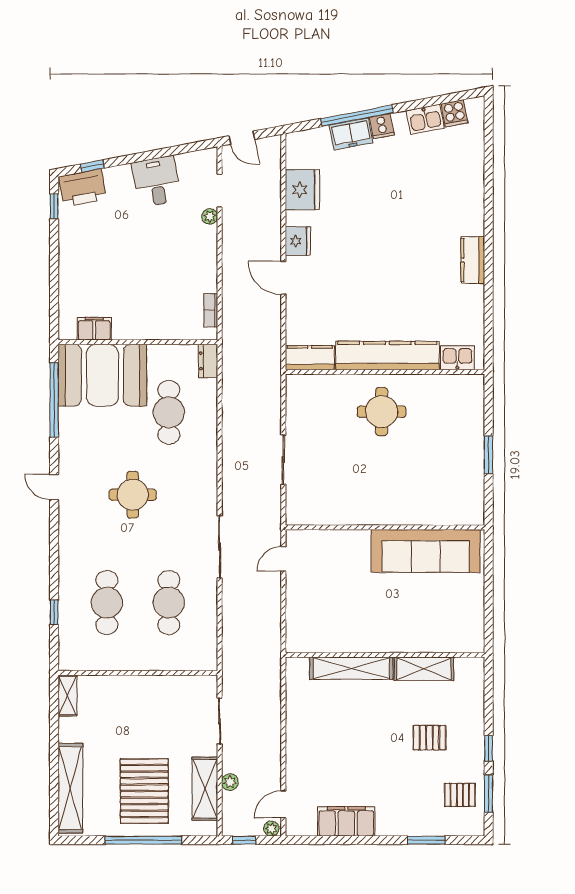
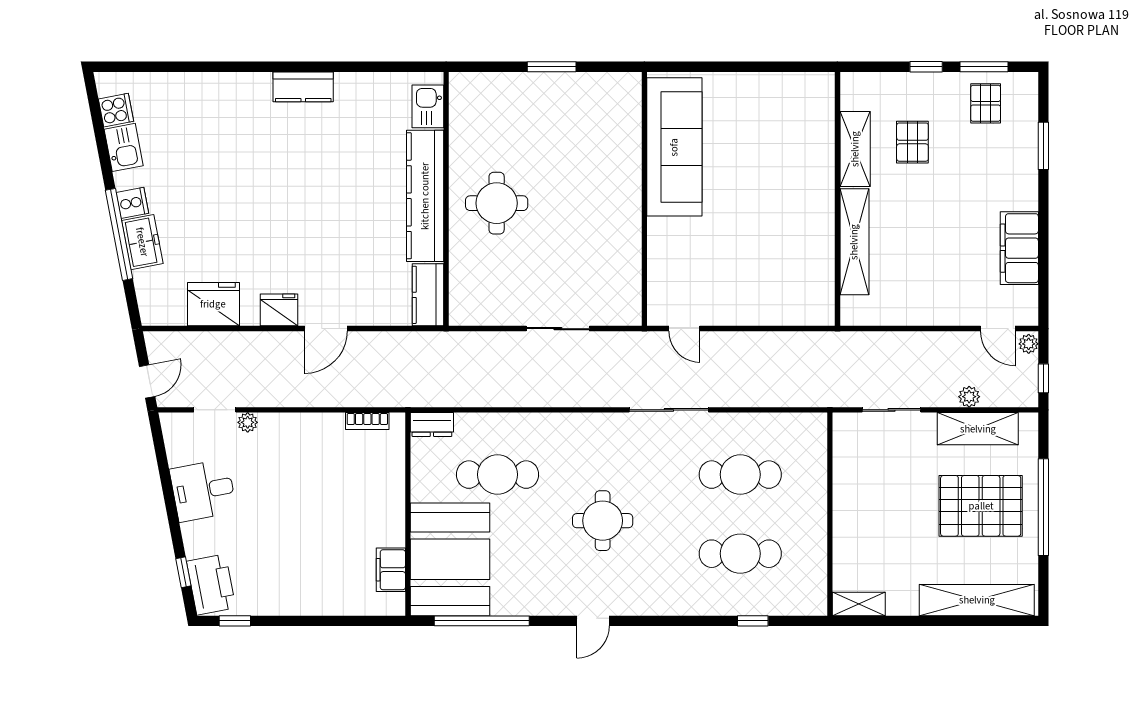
wall: (385, 655) -> (837, 199), moved
shelving: (351, 668) -> (854, 242), moved
shelving: (424, 669) -> (855, 149), moved

